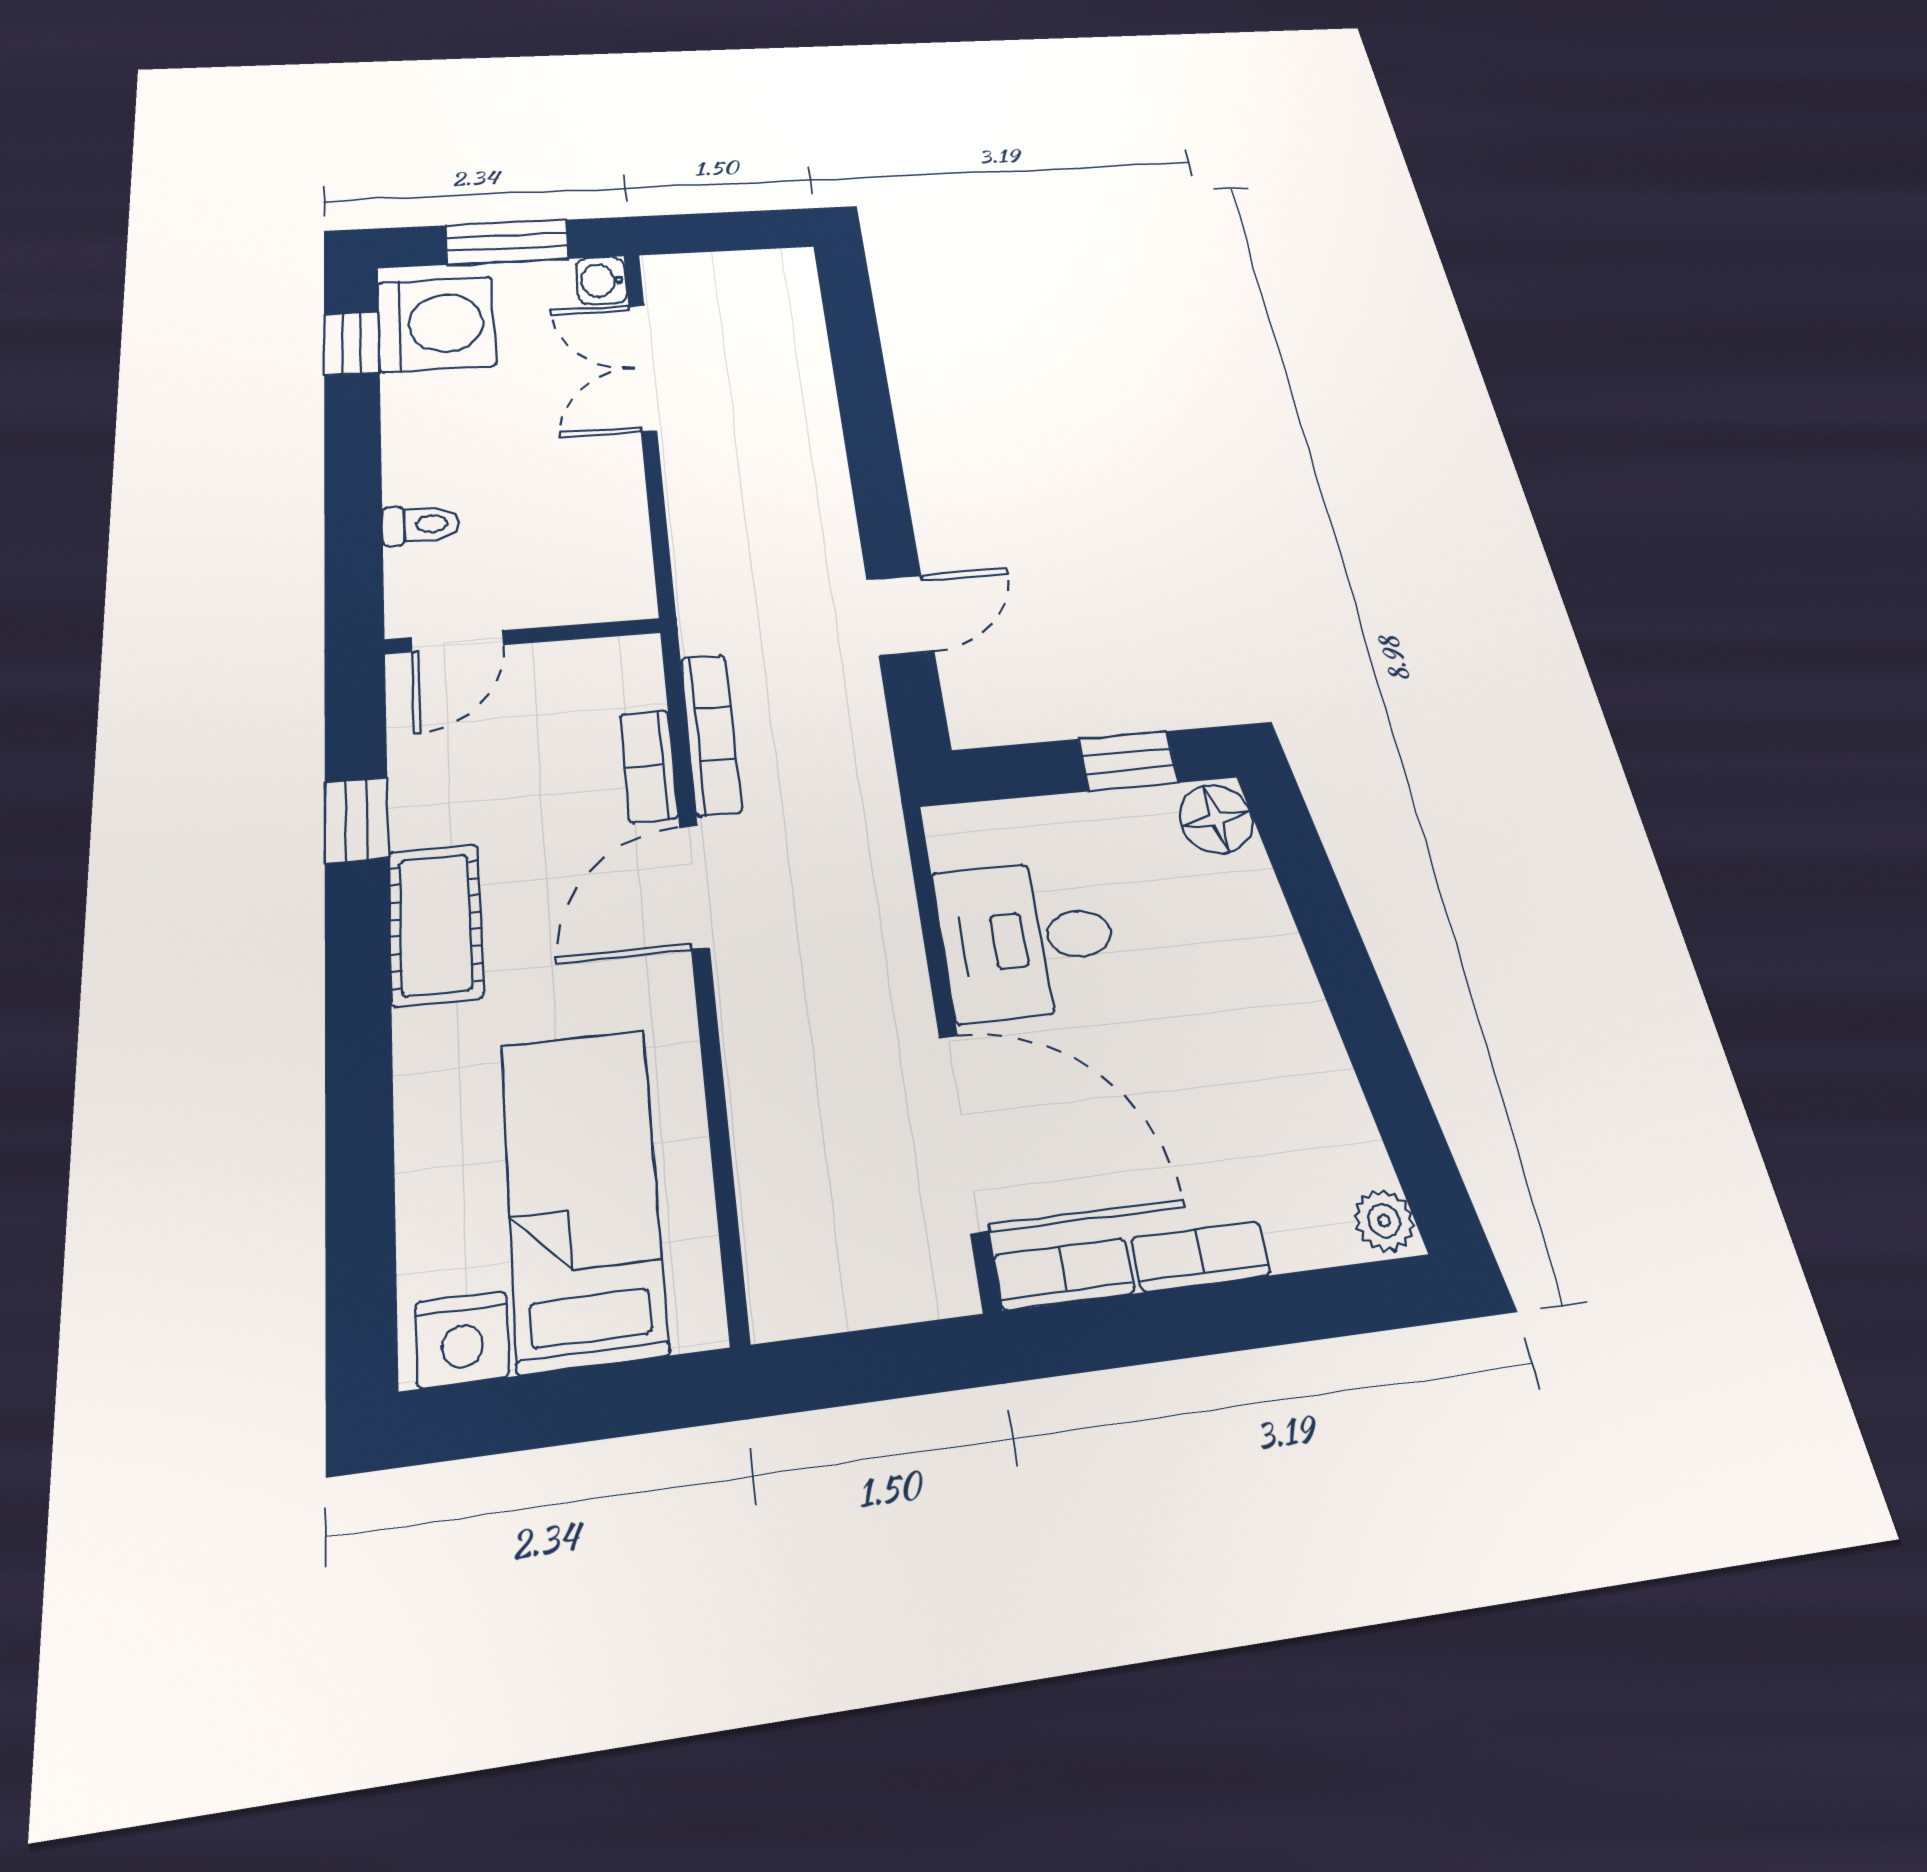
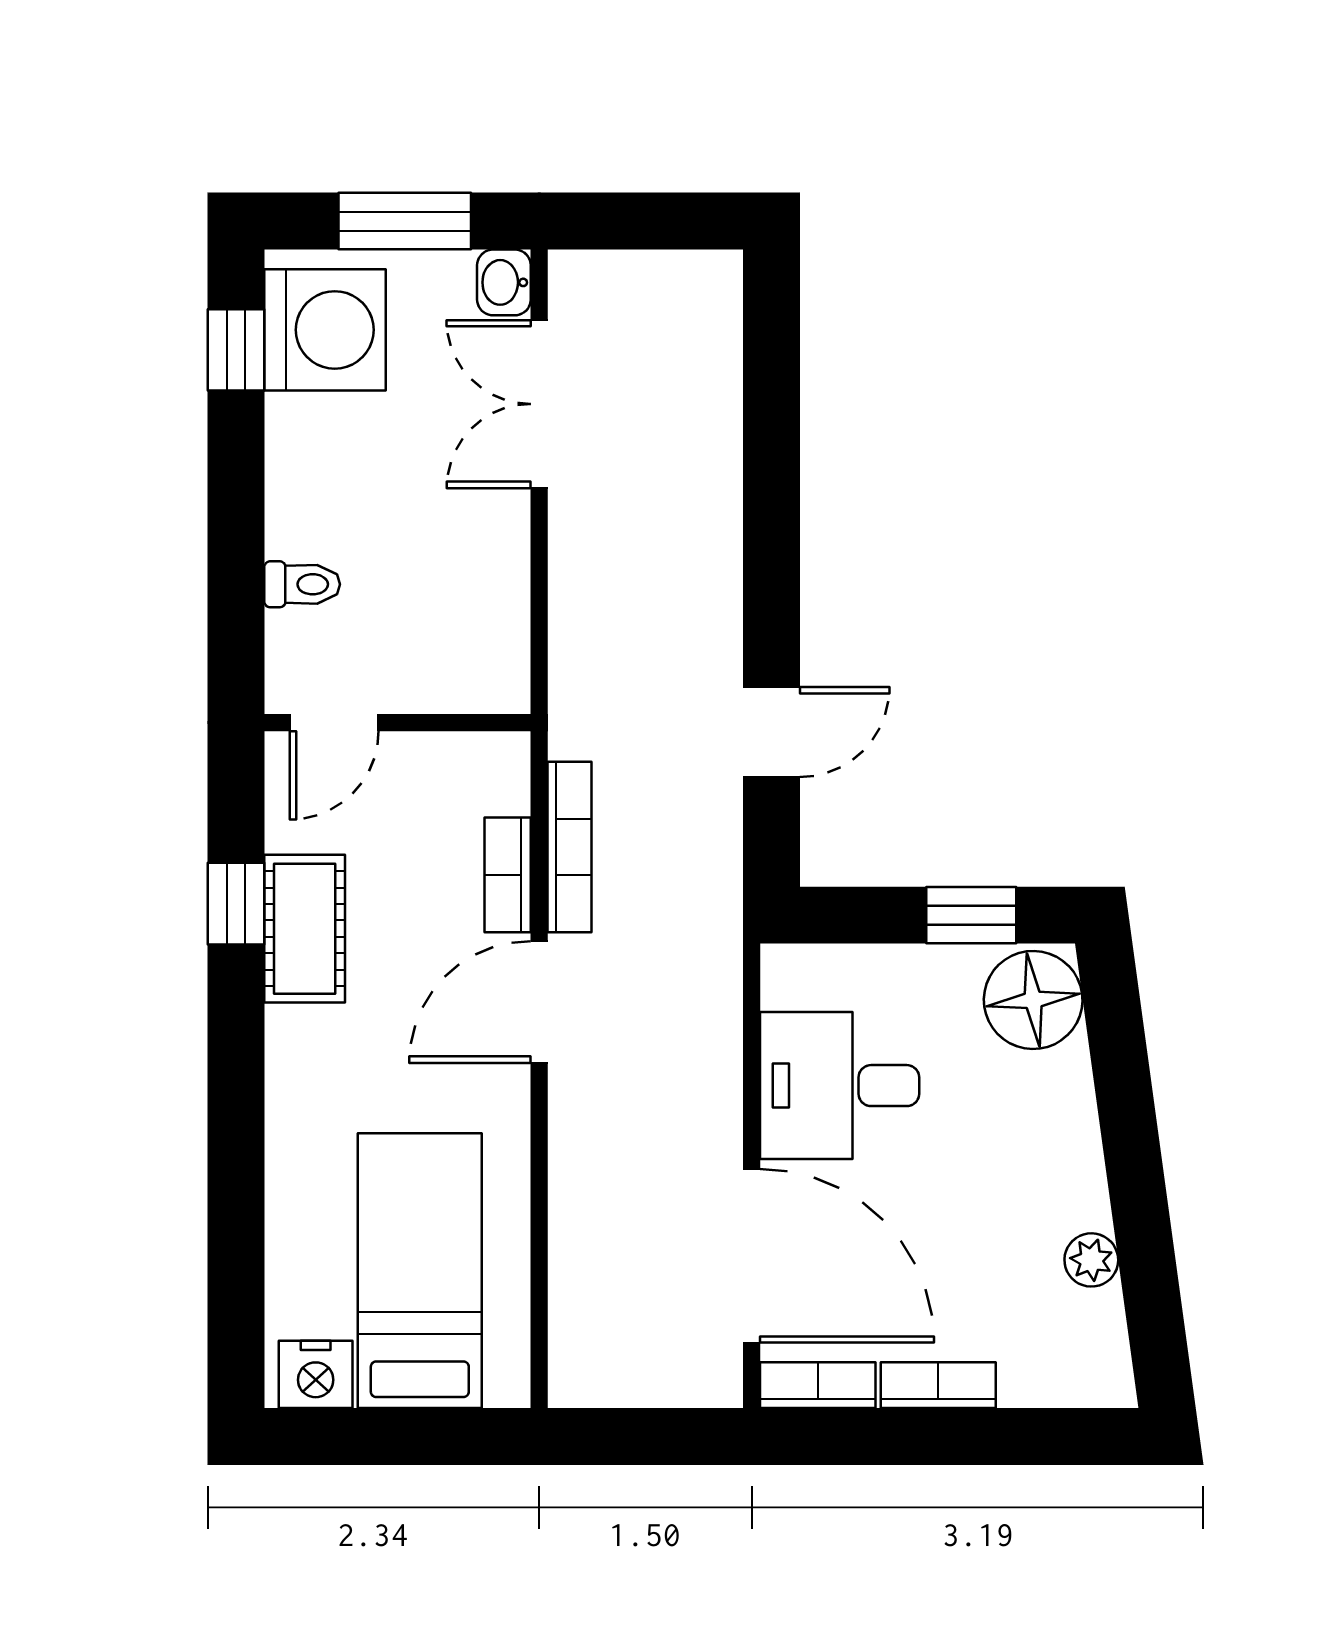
floor lamp: (1216, 819) -> (1033, 1000), width x1.38, depth x1.38
cot: (436, 924) -> (305, 929), moved
plant: (1384, 1221) -> (1091, 1260), moved

